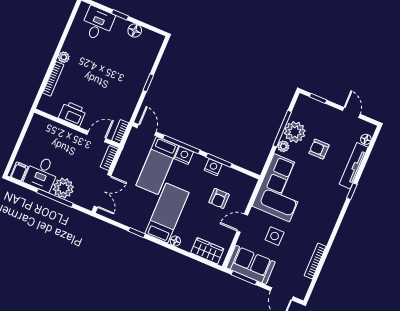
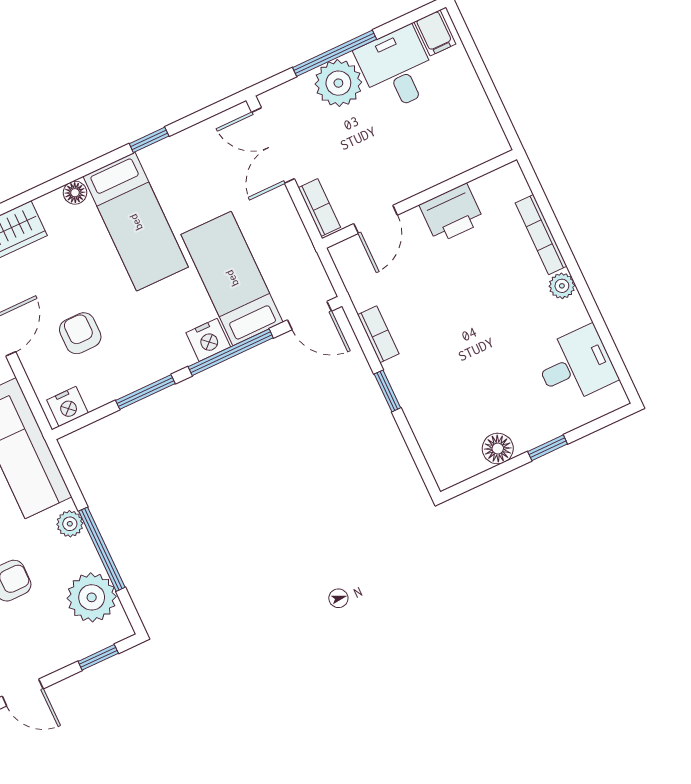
desk: (97, 24) -> (576, 365), moved, turned -90
bookcase: (120, 132) -> (378, 334), moved
plant: (295, 132) -> (92, 597), moved
nightstand: (213, 167) -> (68, 407), moved

